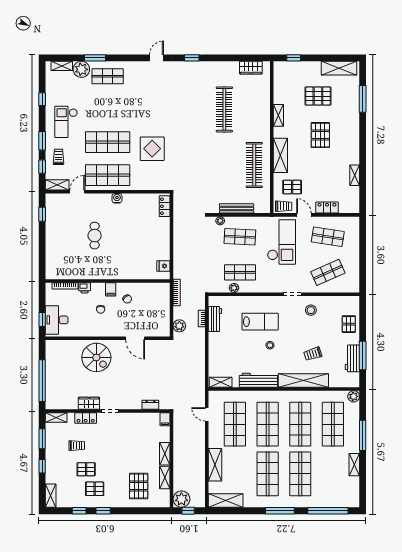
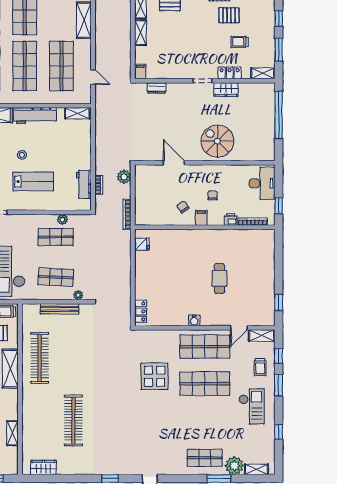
shelving: (278, 115) -> (12, 433), moved
window: (42, 319) -> (279, 206), moved
lab bench: (260, 322) -> (33, 182), turned 180

